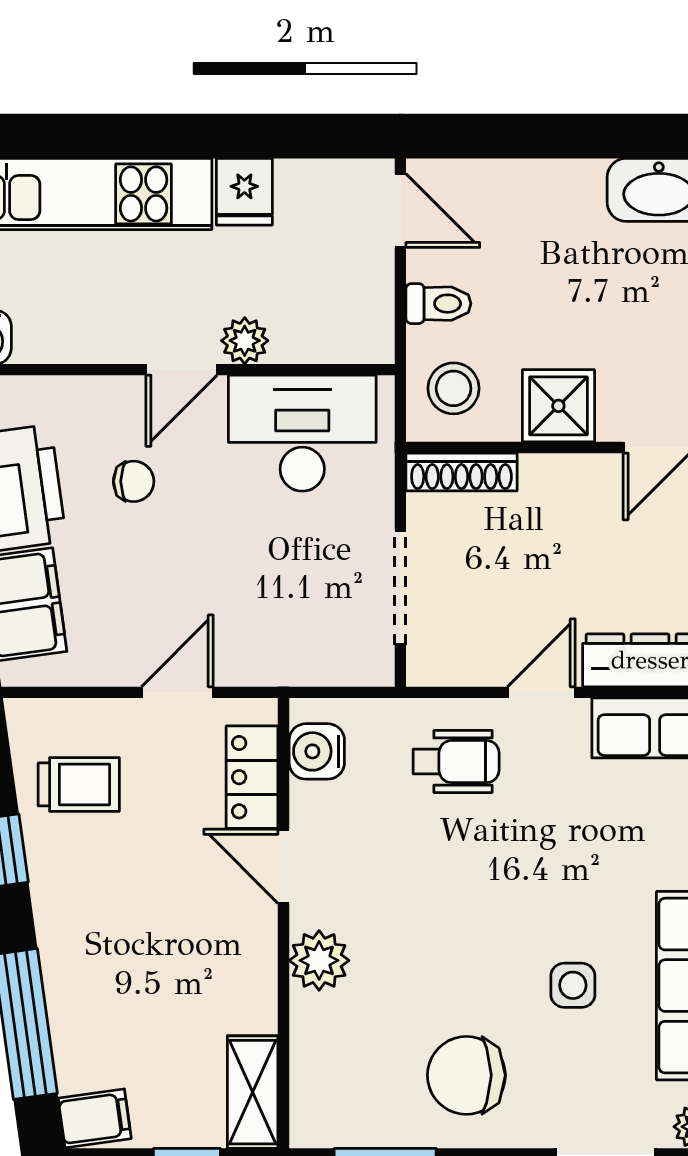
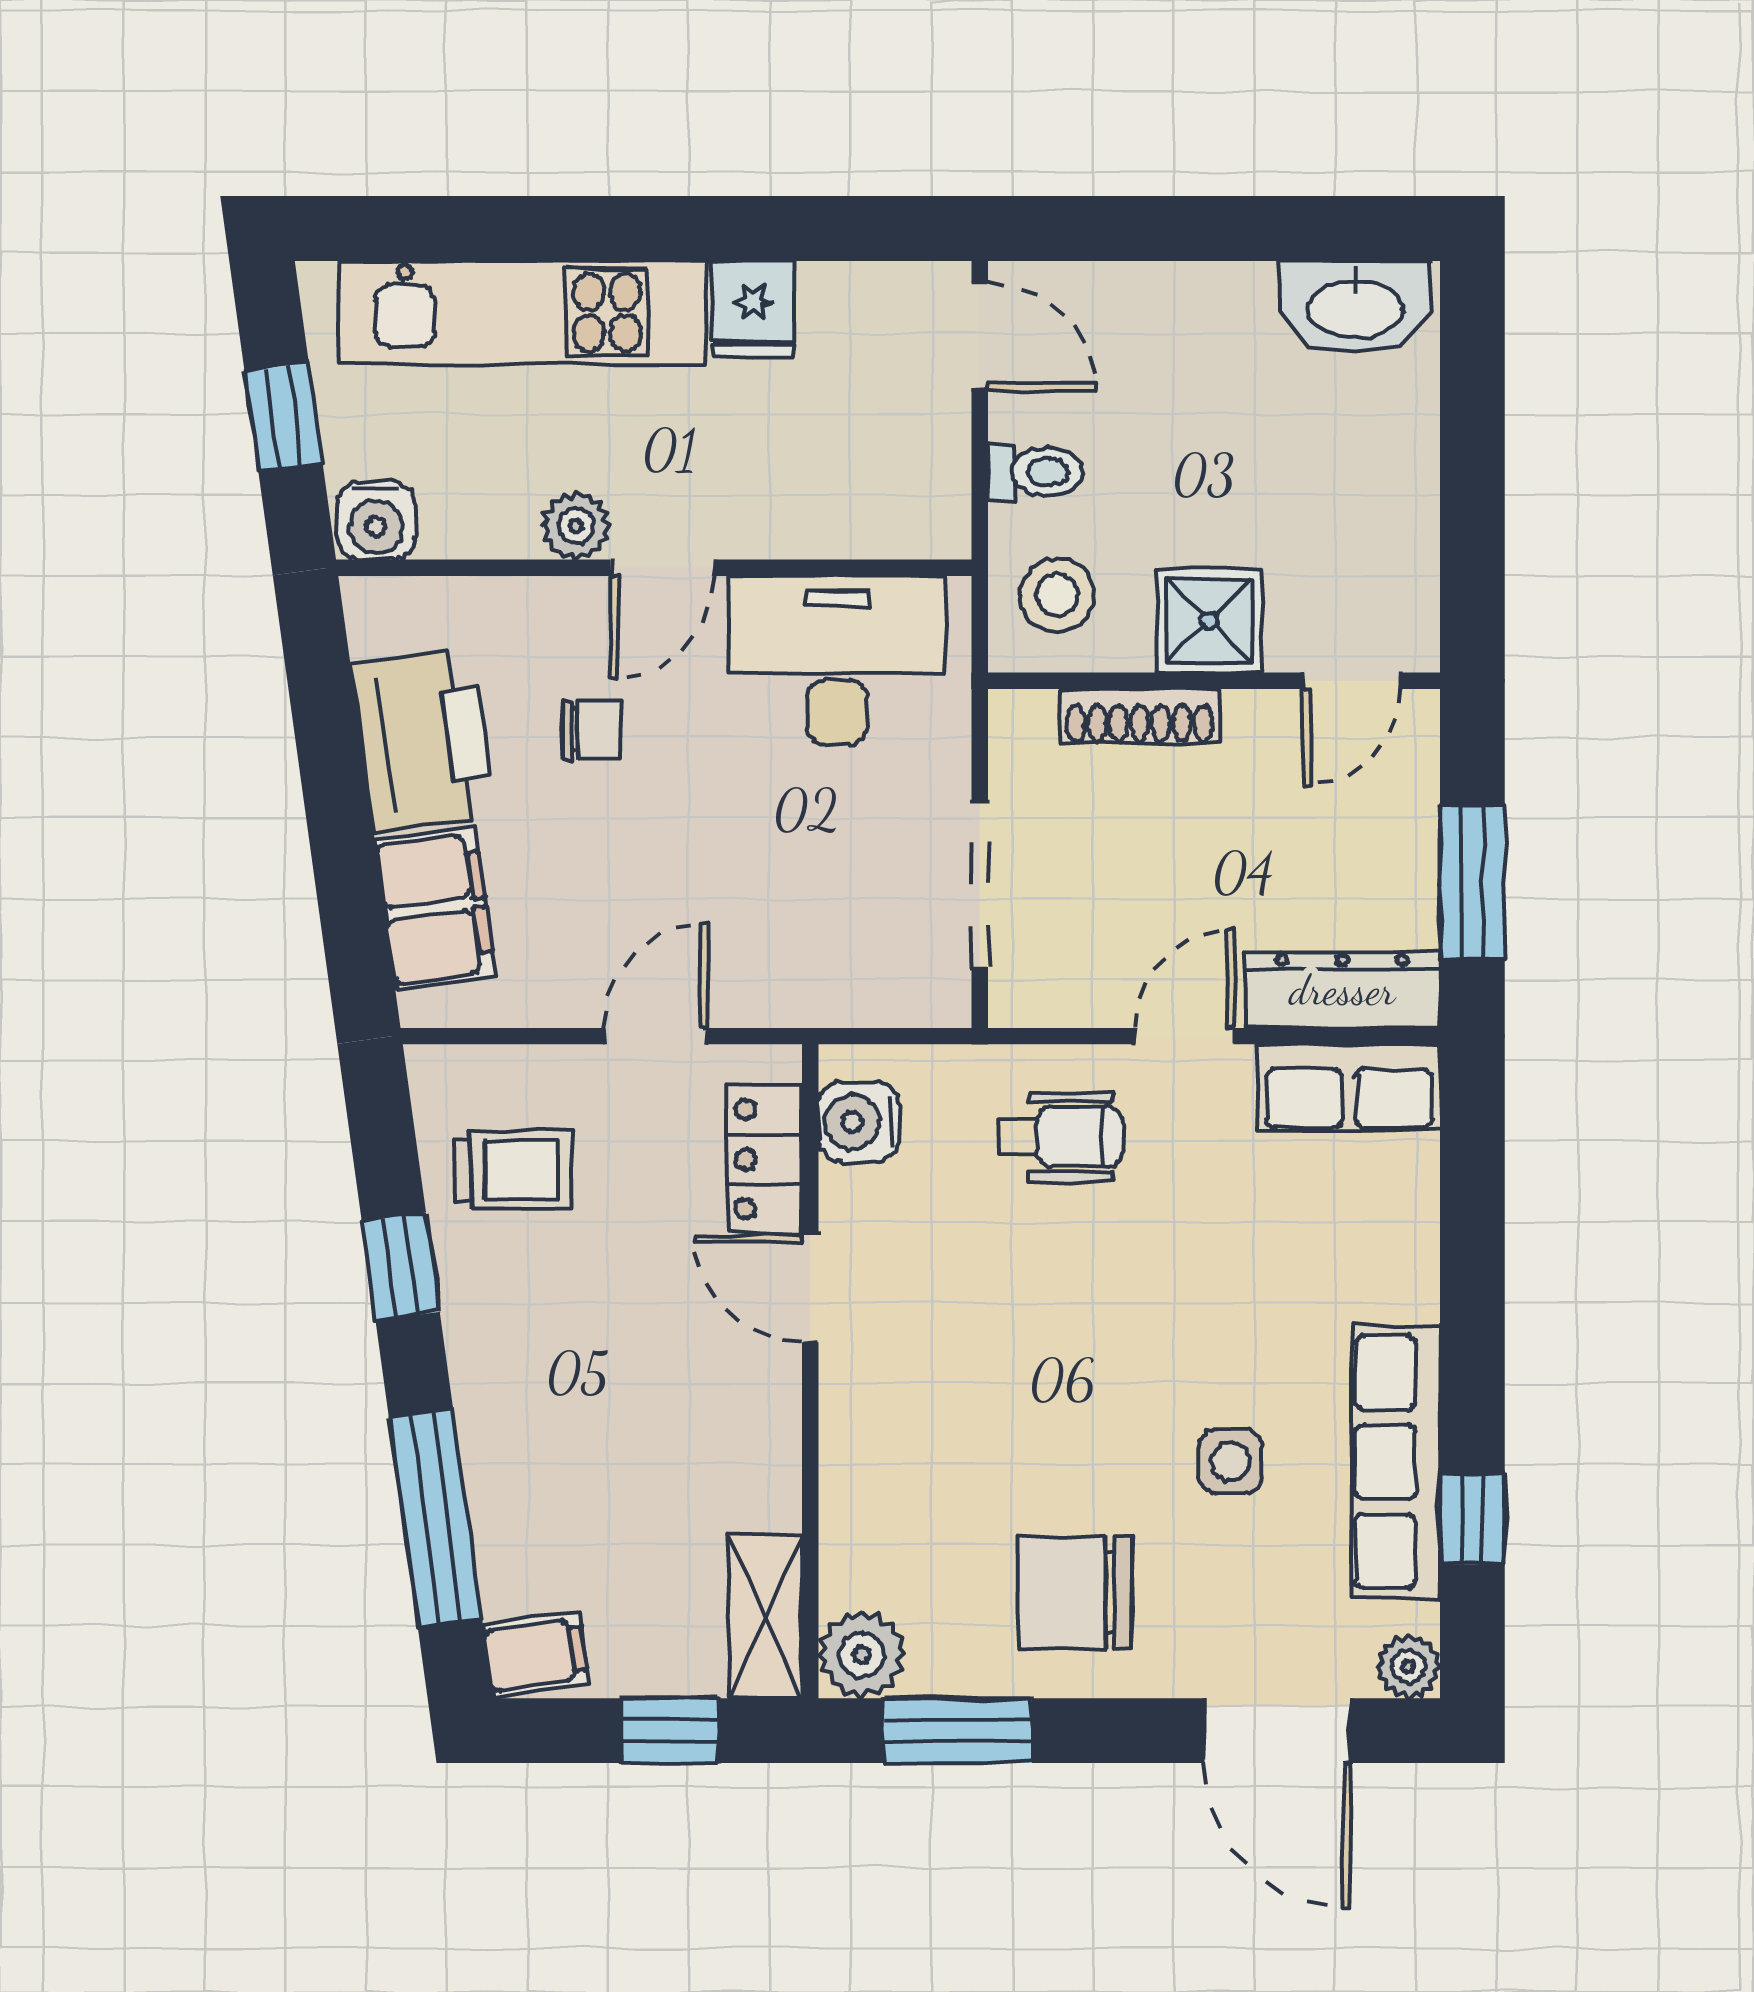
plant: (245, 341) -> (576, 526), moved
shoe rack: (461, 472) -> (1140, 716), moved
plant: (319, 960) -> (862, 1655), moved

